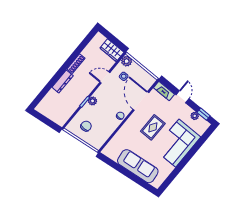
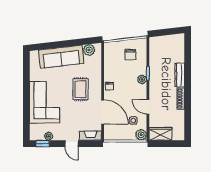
door: (105, 77) -> (148, 107), swing flipped
rug: (153, 127) -> (81, 89), moved
plant: (113, 154) -> (89, 50), added

